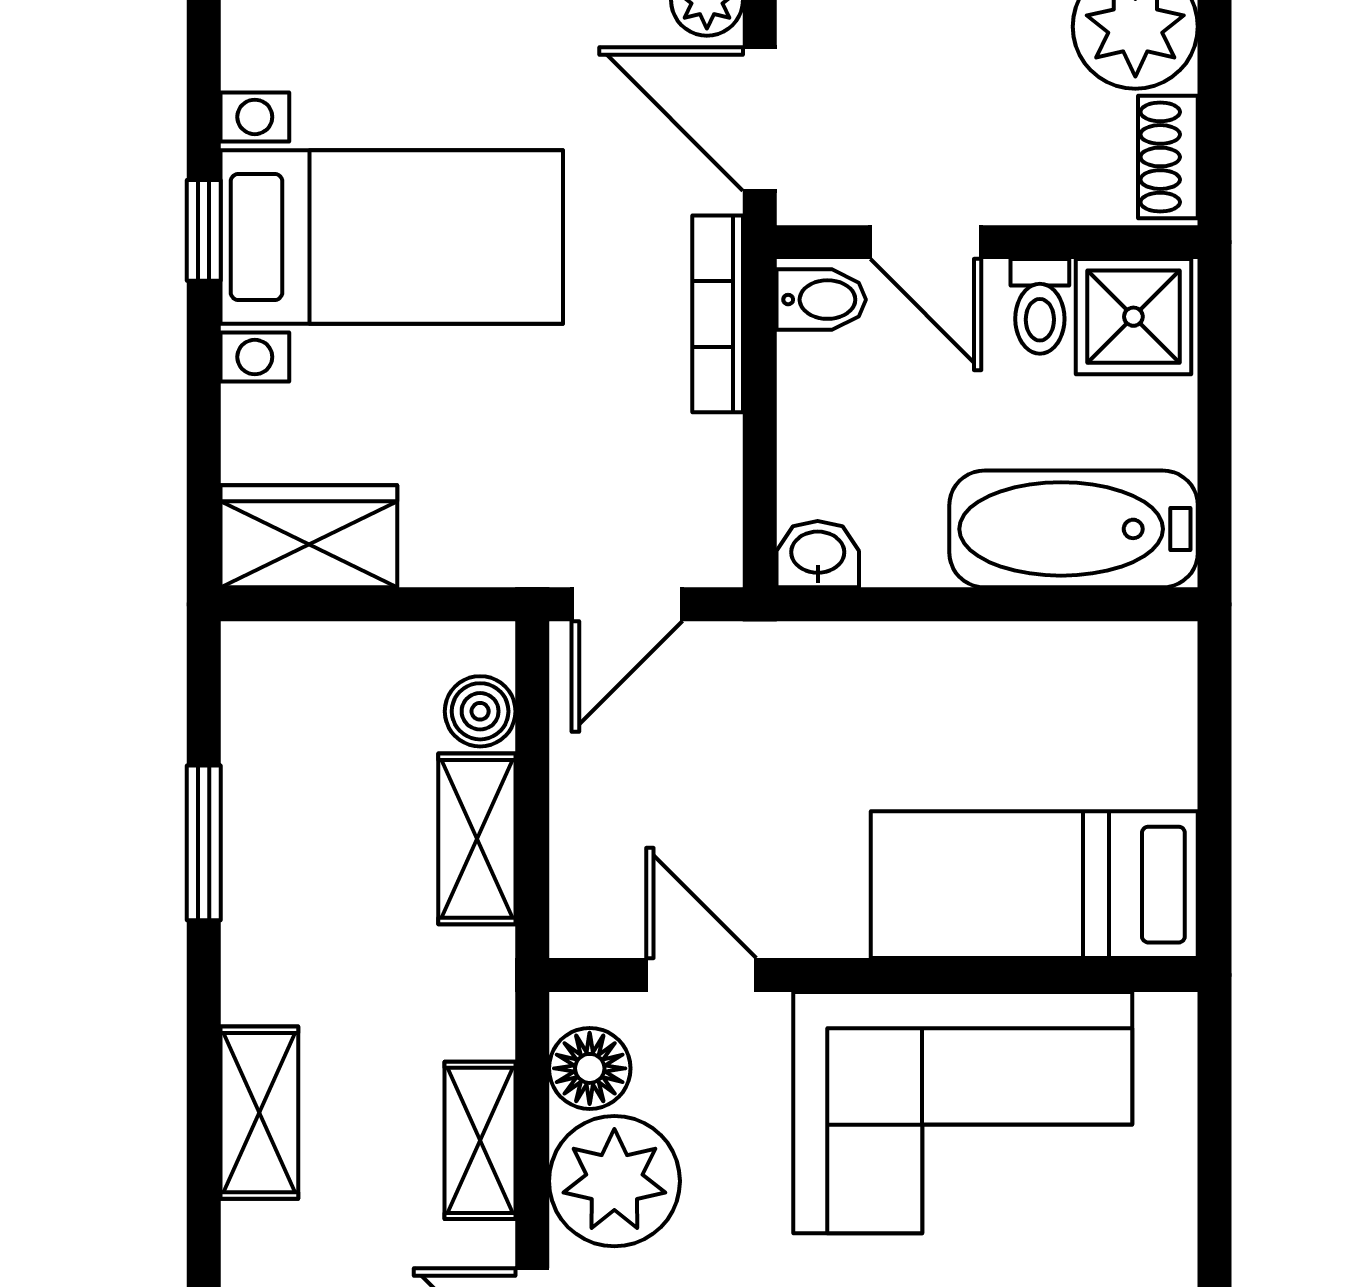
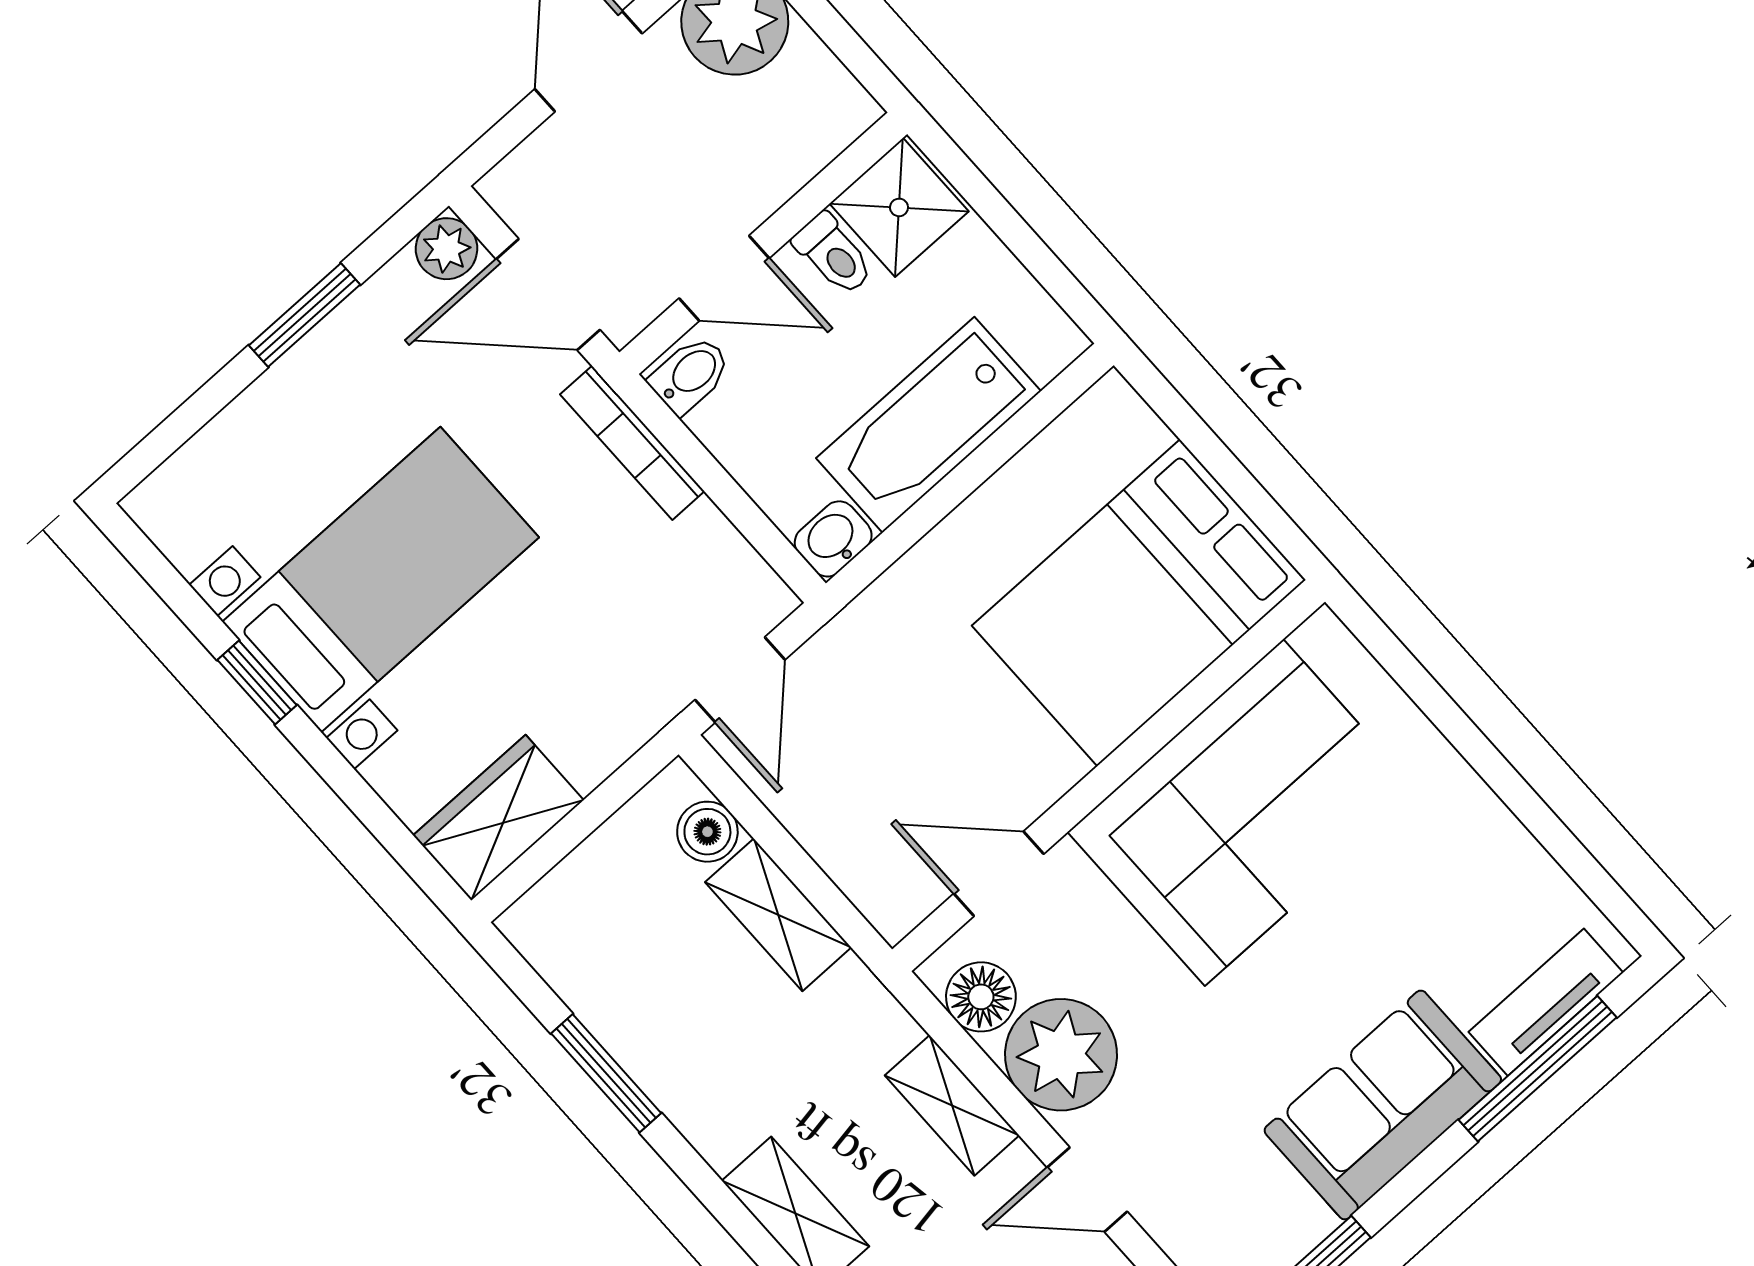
shoe rack: (1168, 157) -> (830, 86), removed
bathtub: (1074, 529) -> (929, 425), moved
bed: (1034, 885) -> (1139, 603), width x1.50

